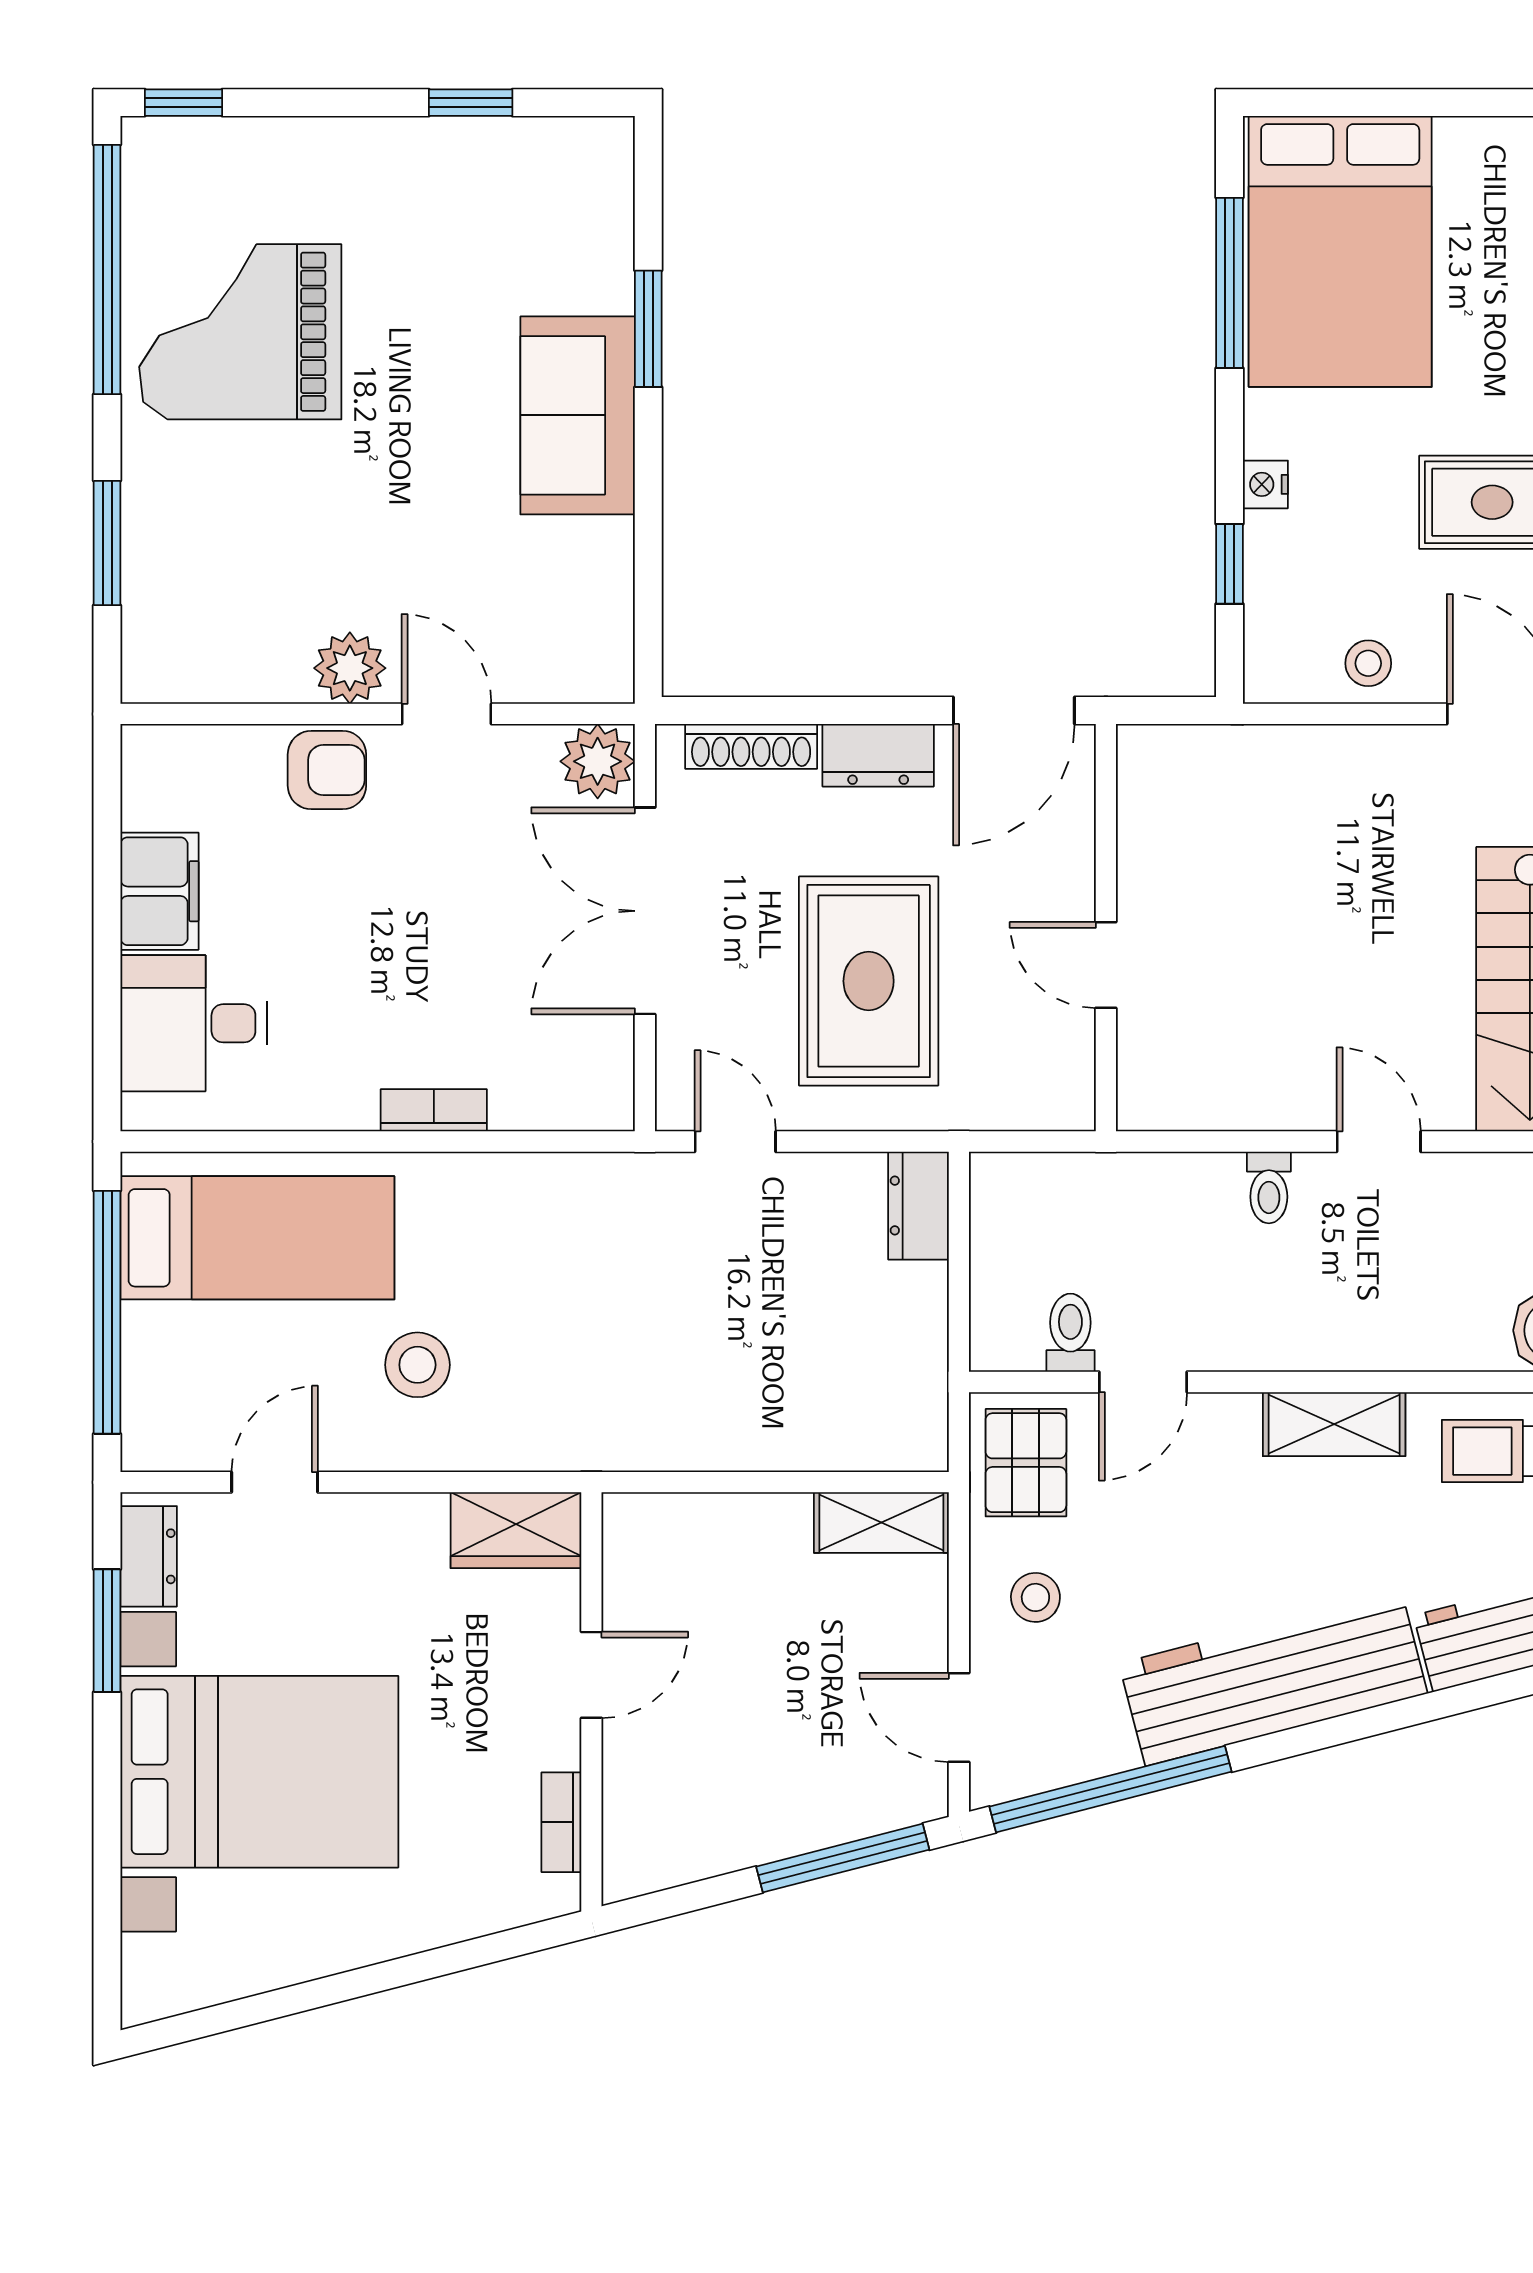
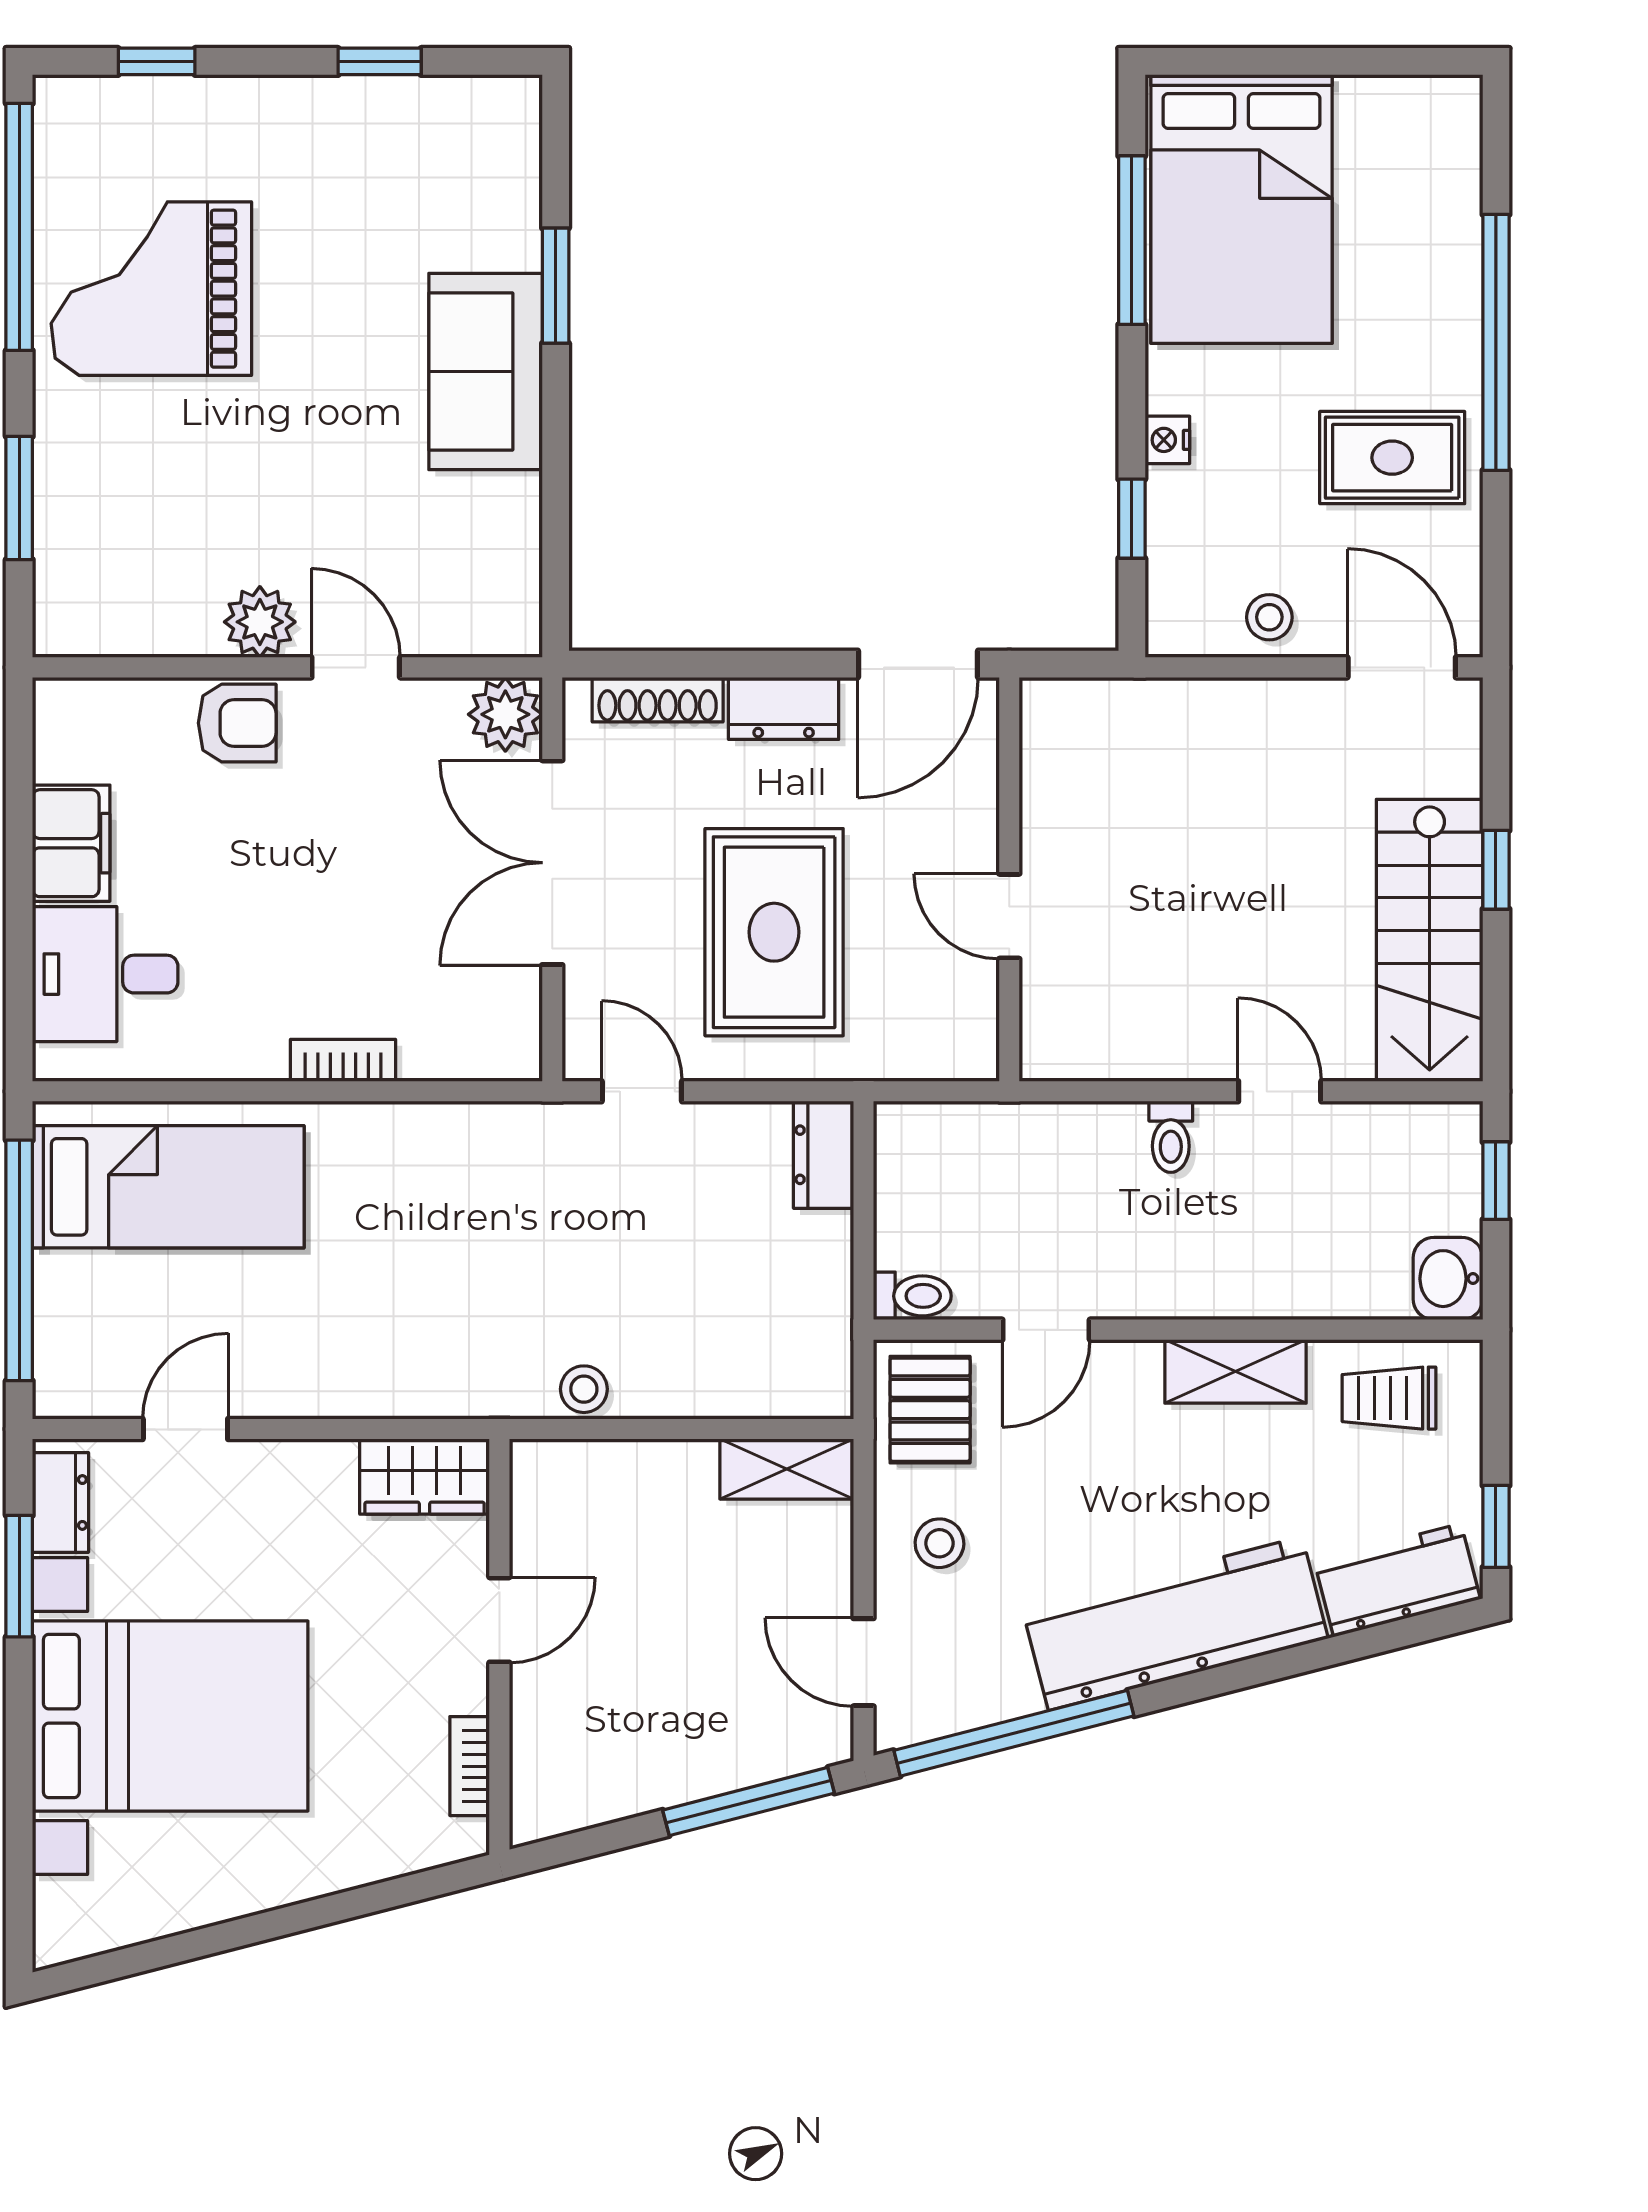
window: (184, 103) -> (157, 61), moved
toilet: (1070, 1333) -> (912, 1296), moved, turned 90
stool: (417, 1365) -> (584, 1389), moved, width x0.73, depth x0.73

